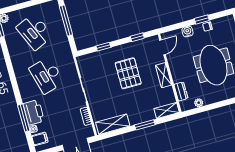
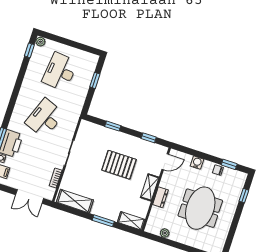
window: (202, 19) -> (229, 164), moved
window: (66, 20) -> (95, 80), width x0.46
desk: (35, 32) -> (60, 72), turned 30
pallet: (128, 73) -> (119, 165), turned 90
desk: (47, 75) -> (45, 118), turned 36
dresser: (181, 91) -> (161, 197), moved

